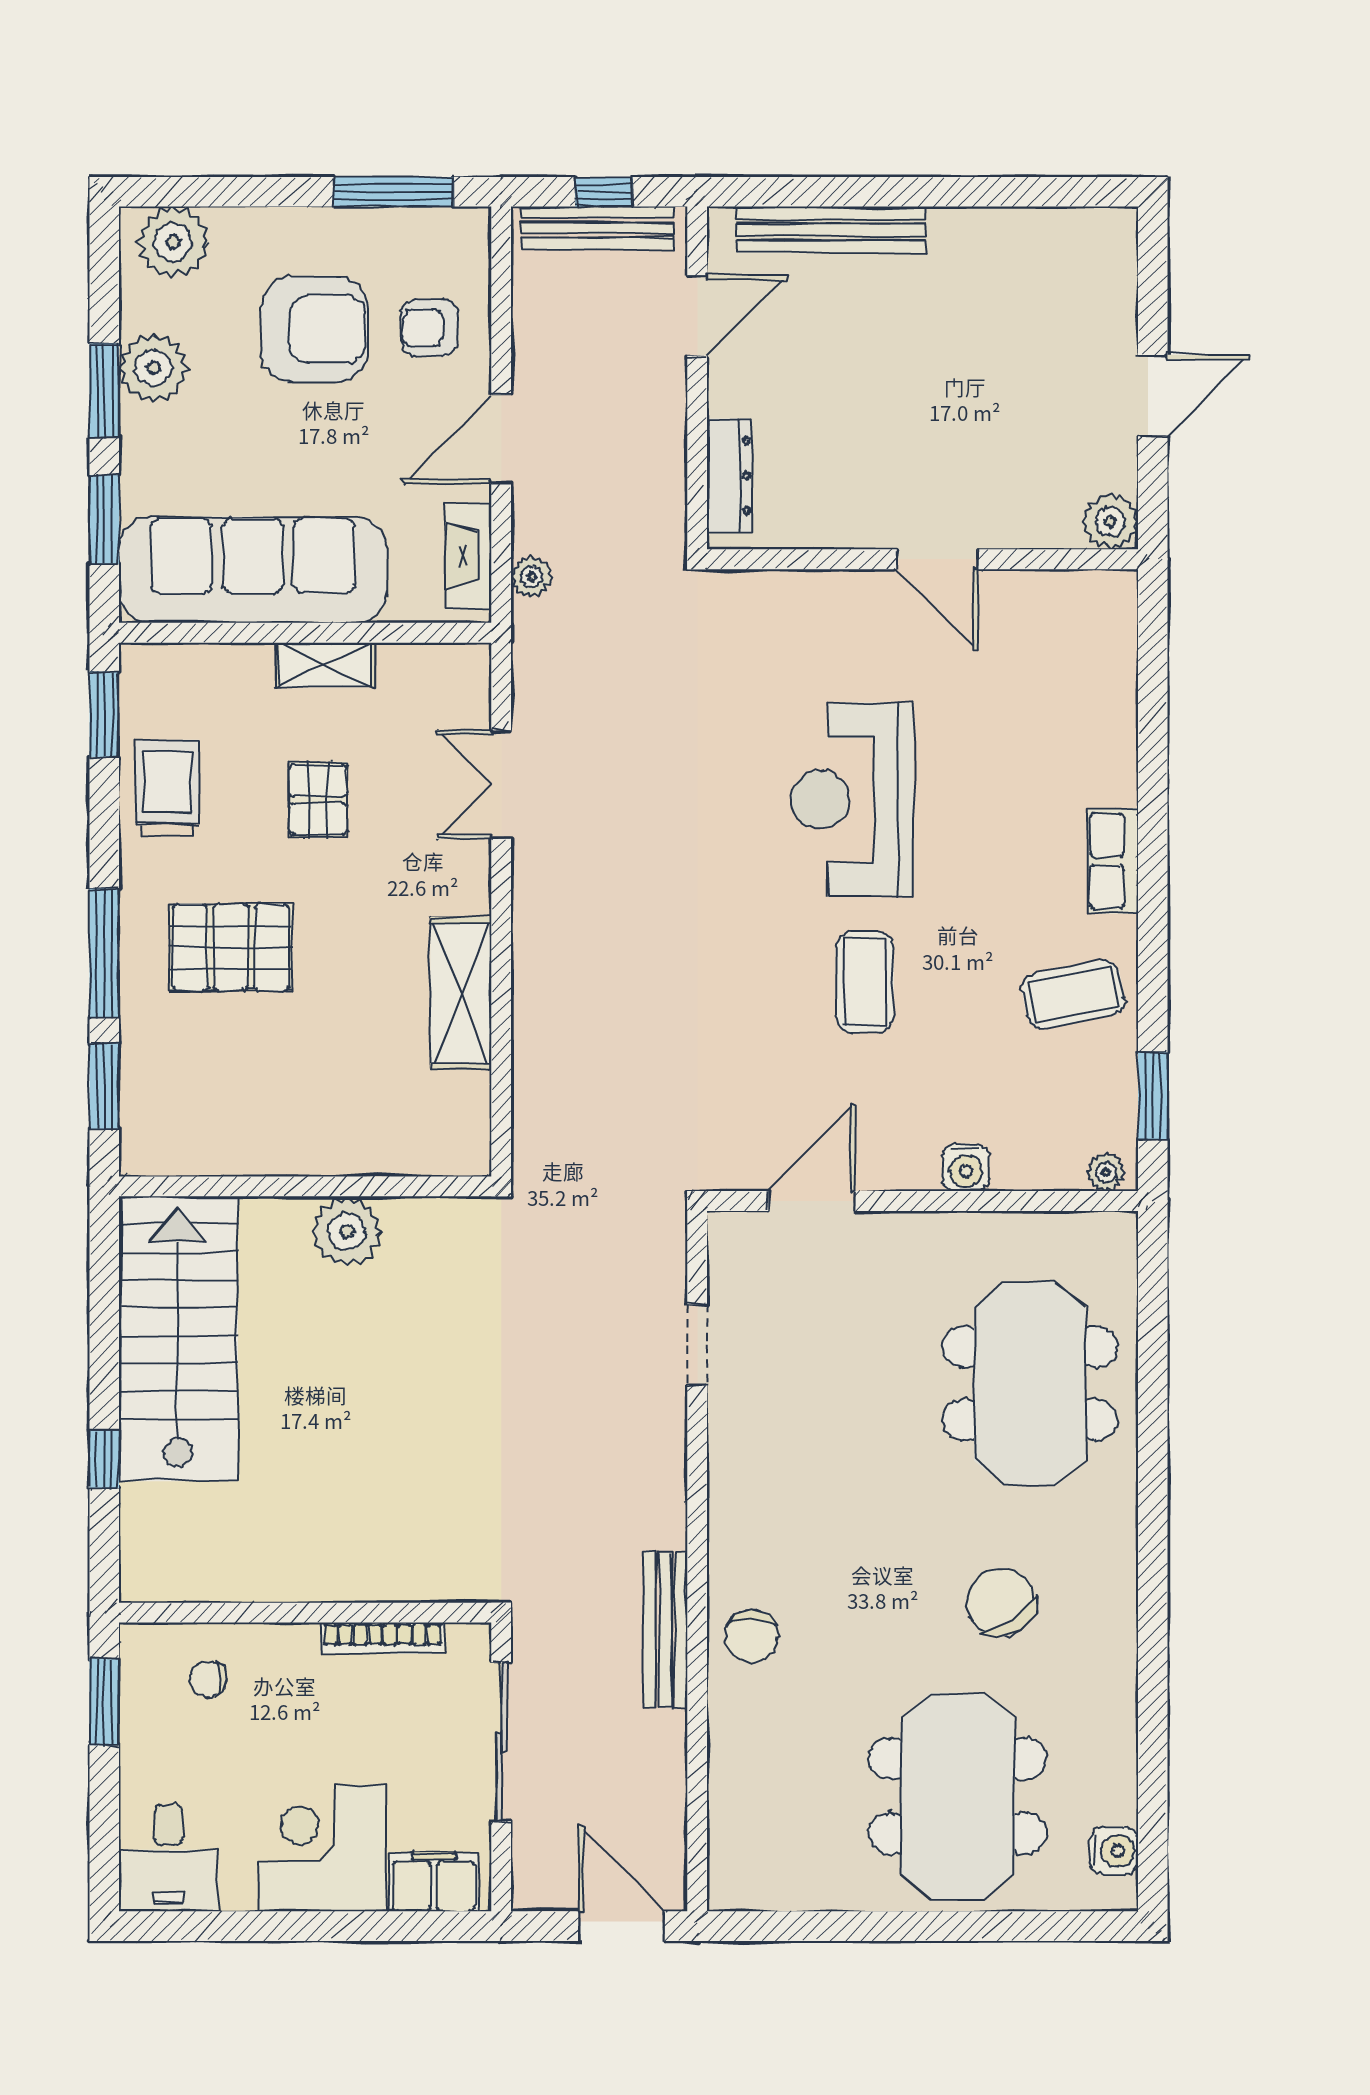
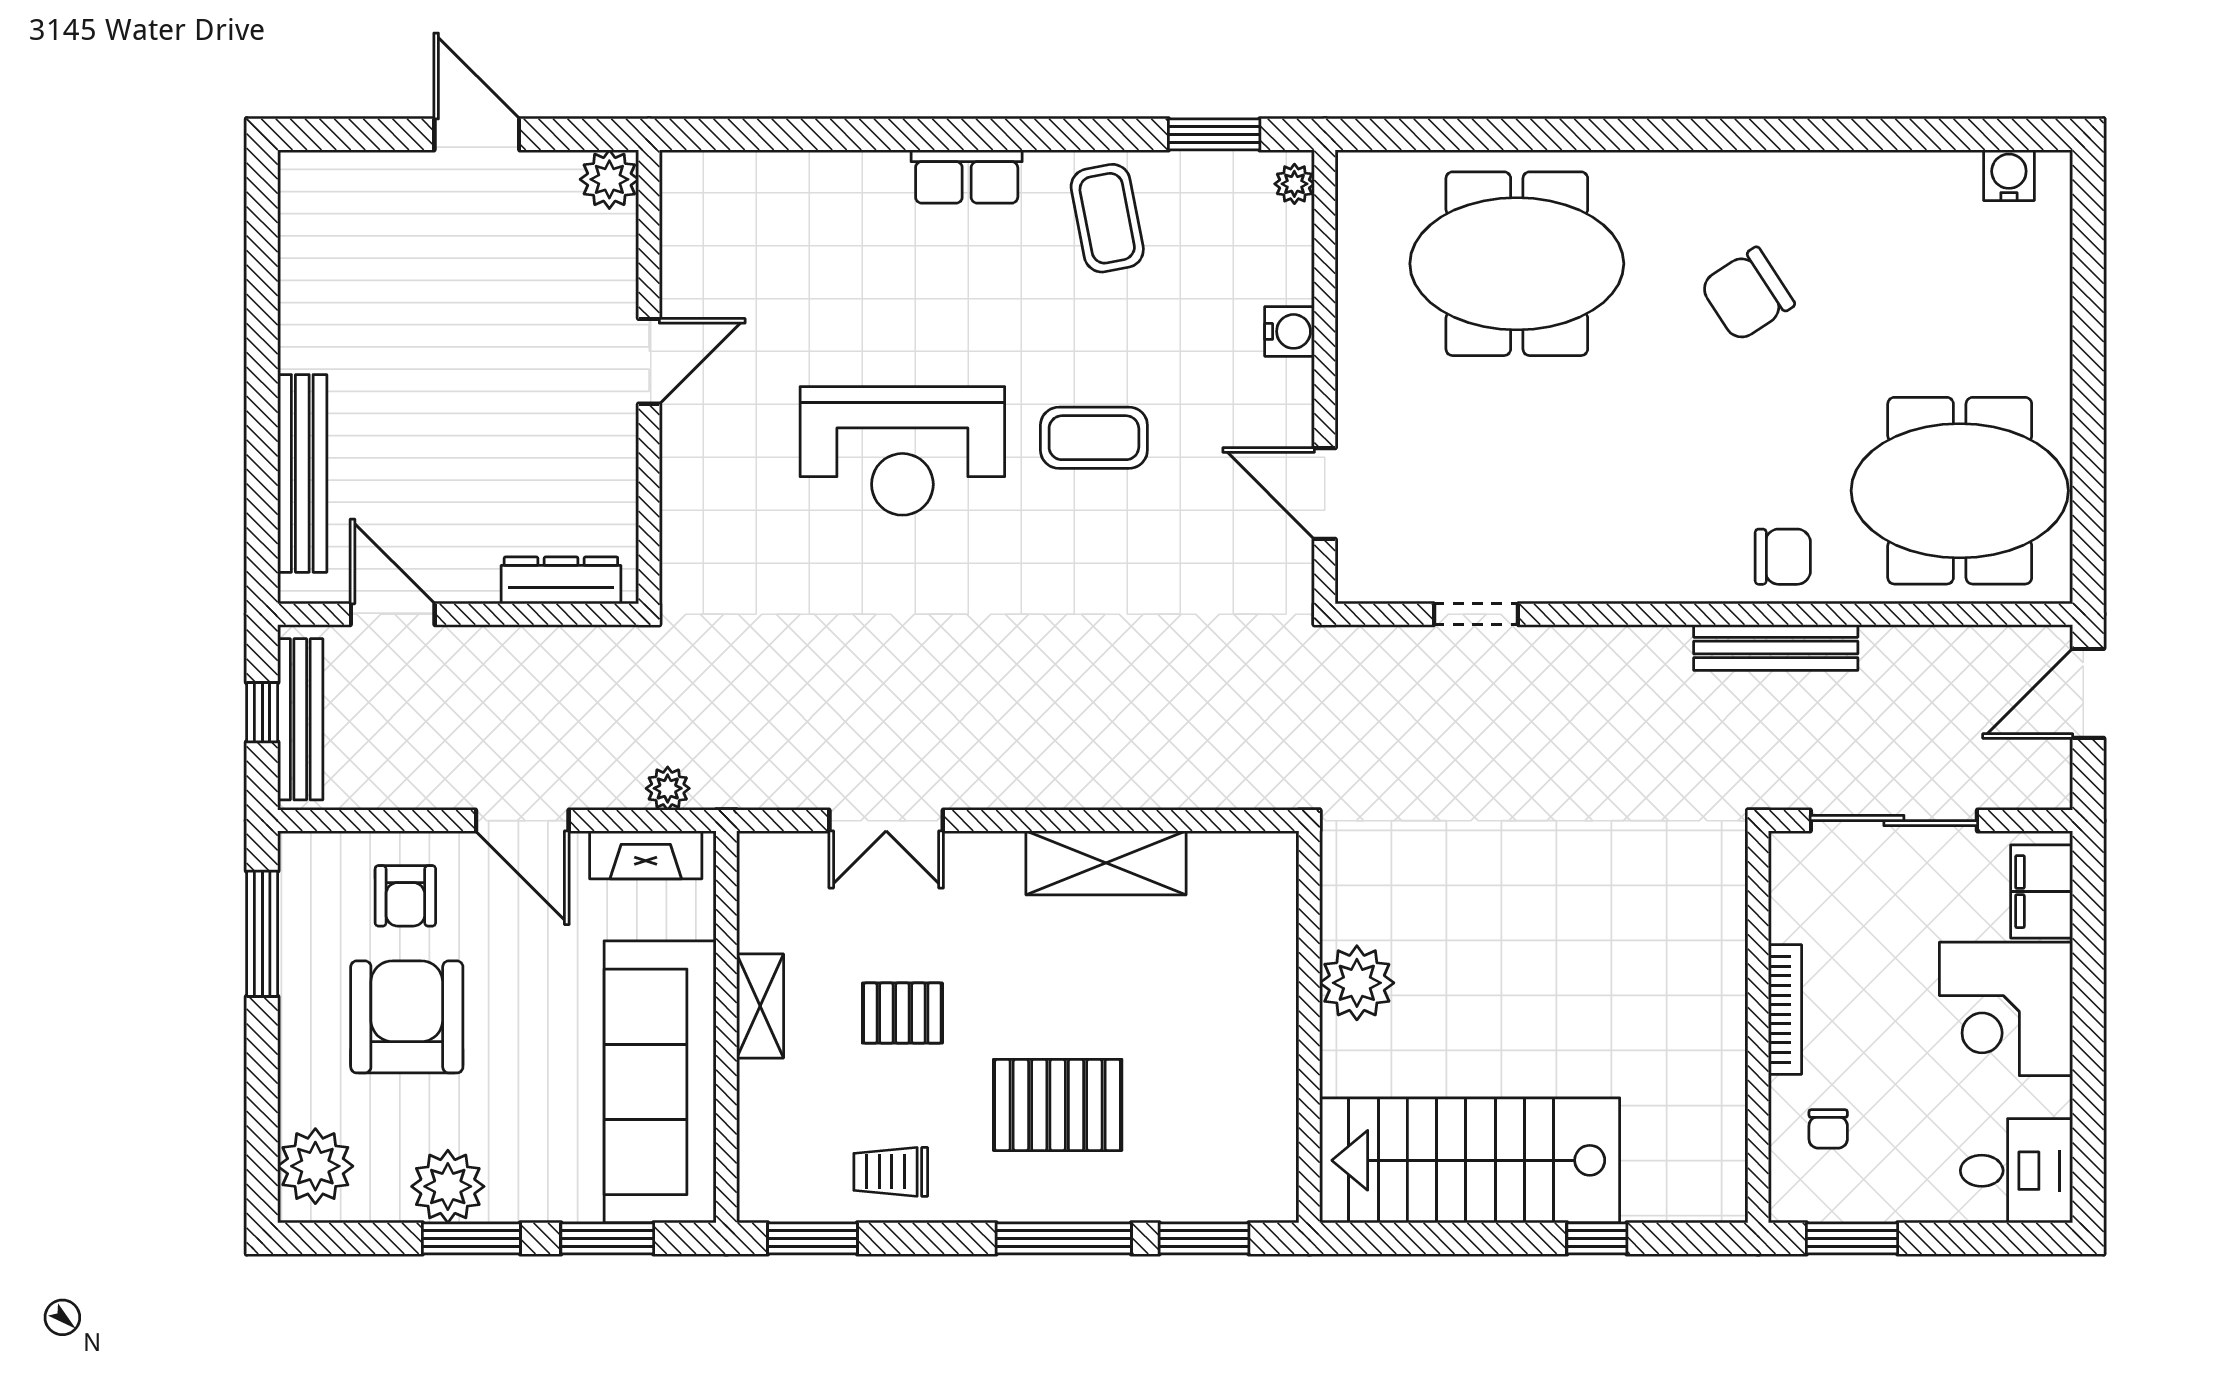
trolley: (167, 789) -> (891, 1172), width x0.73, depth x0.72
pallet: (231, 947) -> (1058, 1105), turned 90
bookcase: (382, 1638) -> (1785, 1009), moved
meeting table: (958, 1796) -> (1960, 491), moved

